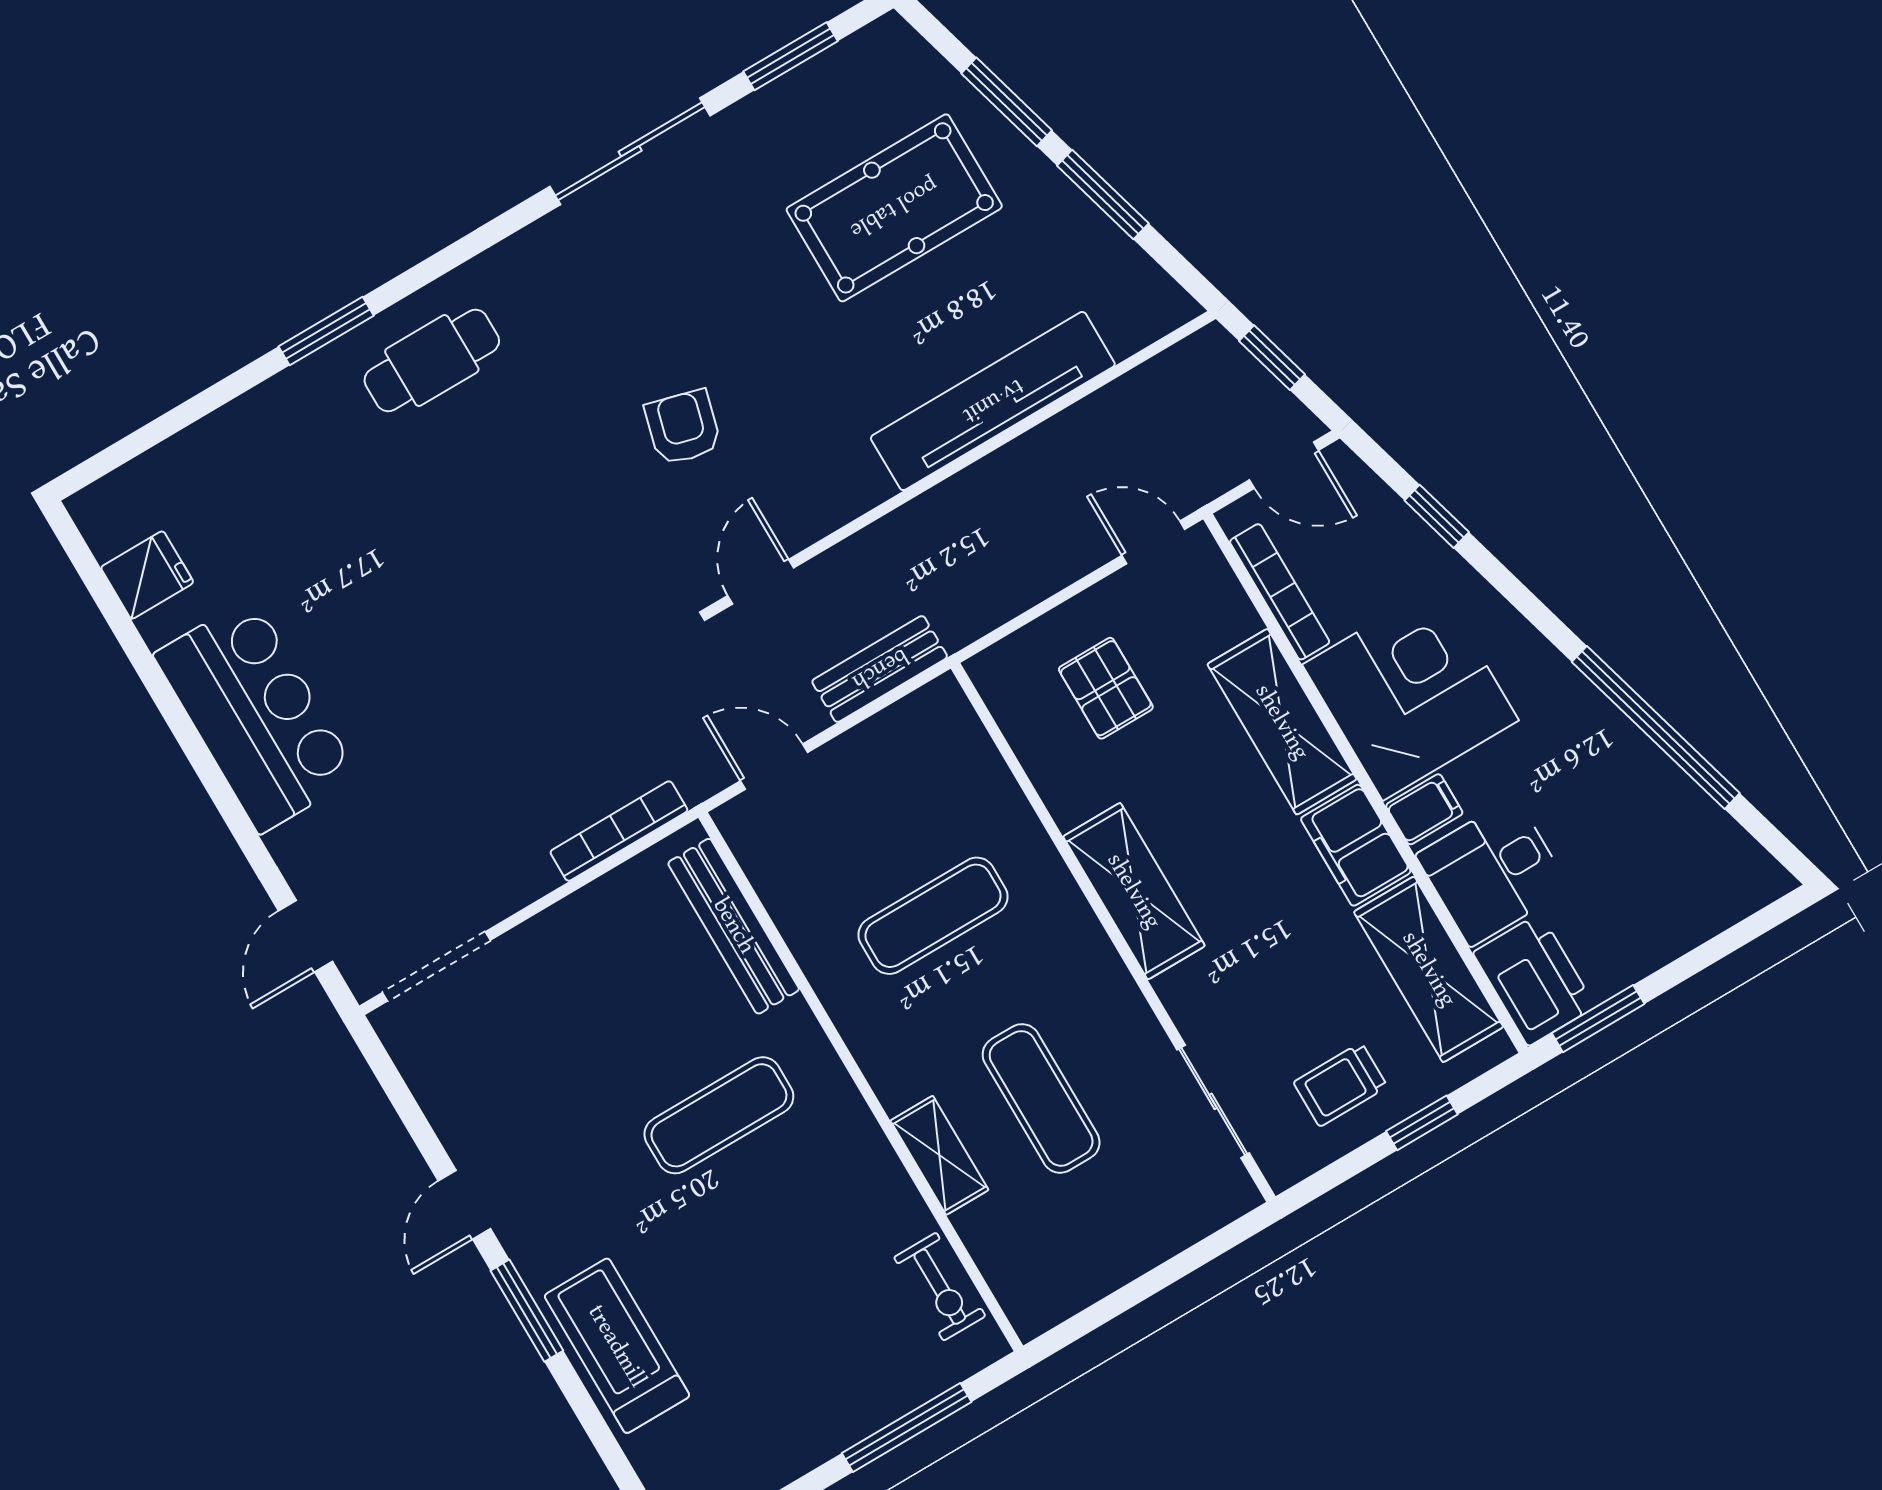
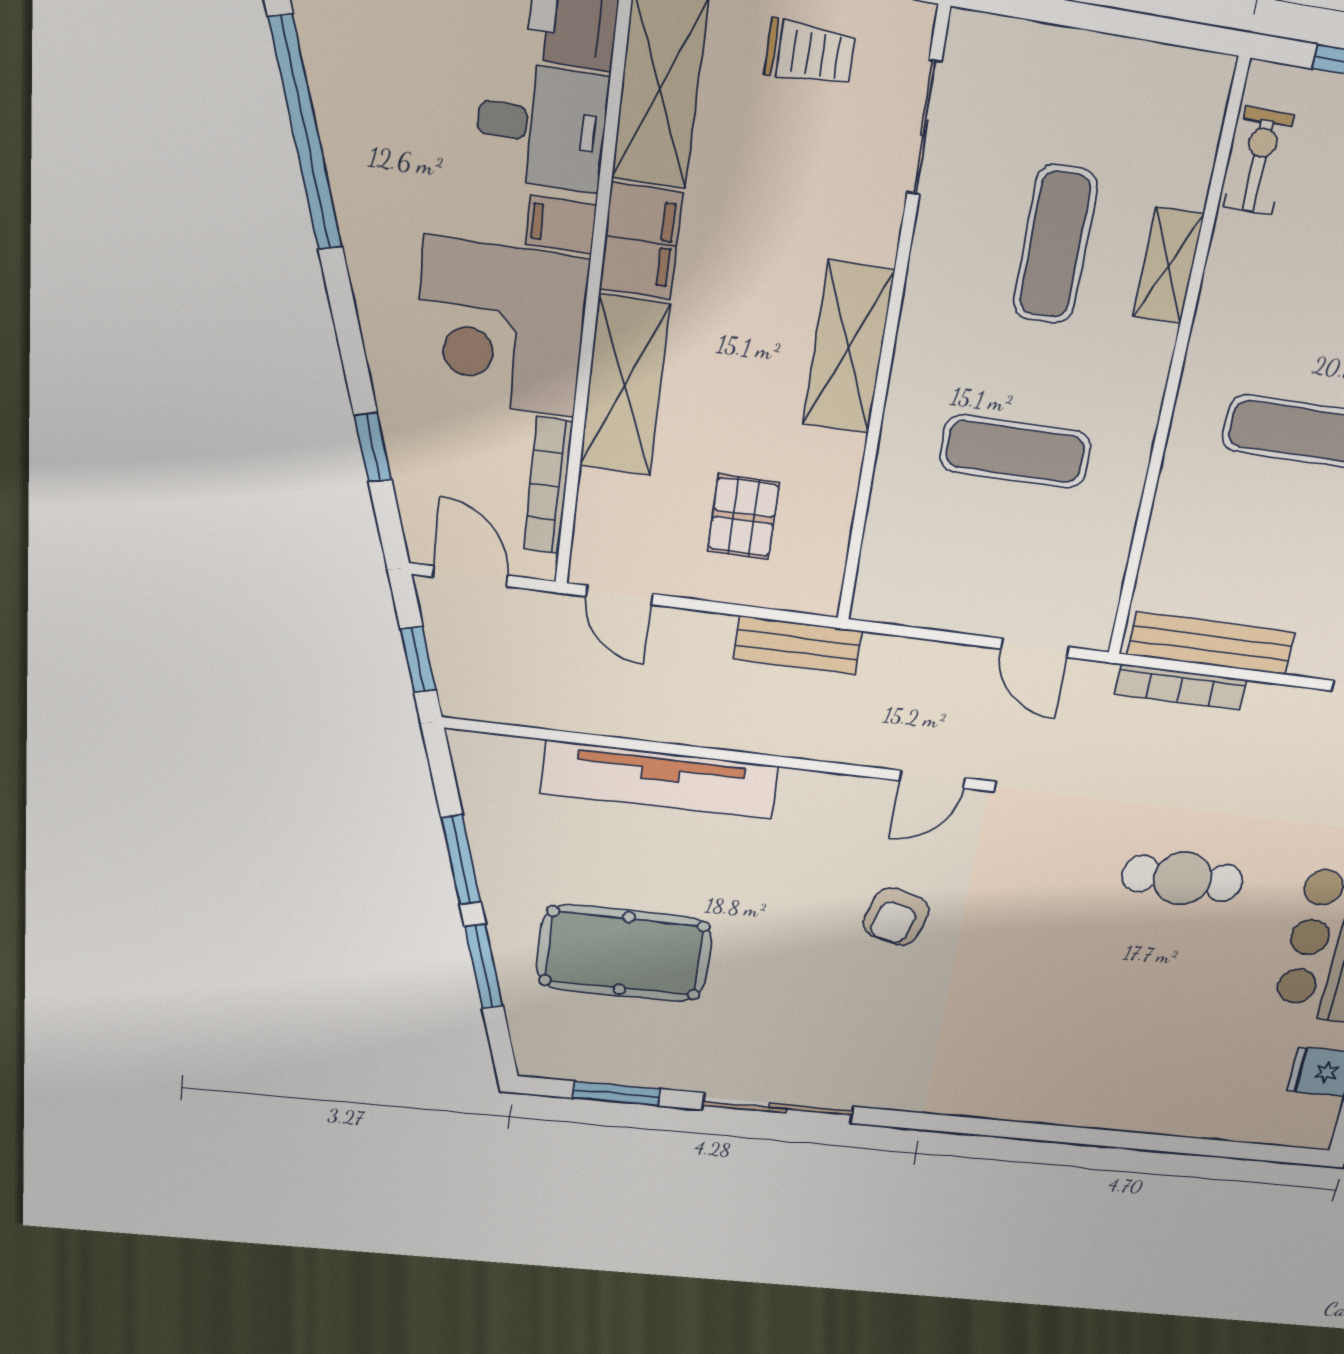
window: (326, 331) -> (1074, 1135), removed
cafe table: (432, 361) -> (1182, 878), moved
bench: (880, 669) -> (798, 645), moved
bench: (734, 926) -> (1211, 643), moved, turned 90

